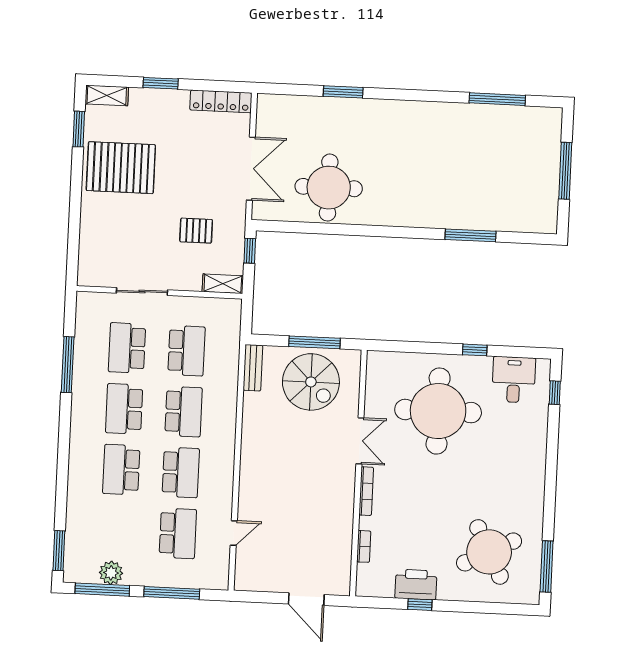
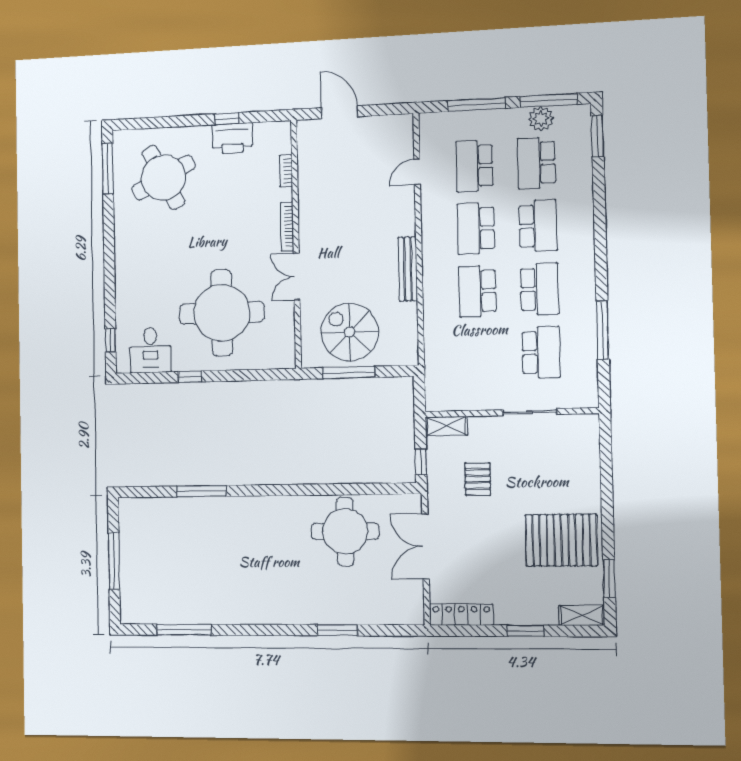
pallet: (196, 231) -> (478, 479), turned 90
school desk: (186, 351) -> (536, 163), moved
bench: (253, 368) -> (408, 269), moved, width x1.36

